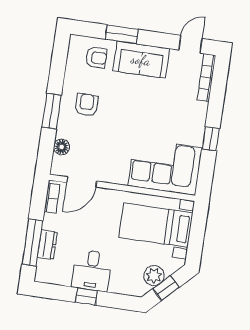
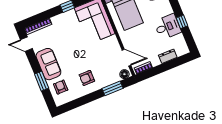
window: (52, 111) -> (112, 88), moved
floor lamp: (62, 147) -> (124, 74), moved
window: (32, 243) -> (171, 64), removed

